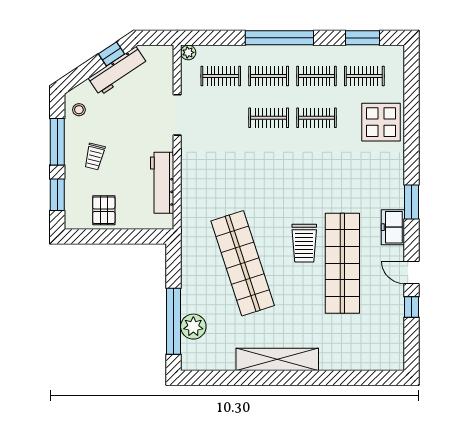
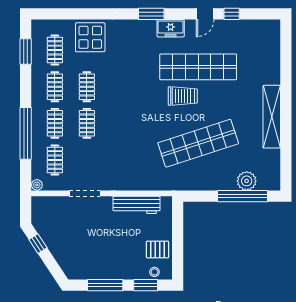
window: (279, 38) -> (26, 133), moved
workbench: (118, 71) -> (51, 239), removed
stool: (79, 110) -> (154, 272), moved
trolley: (95, 157) -> (116, 257), removed

